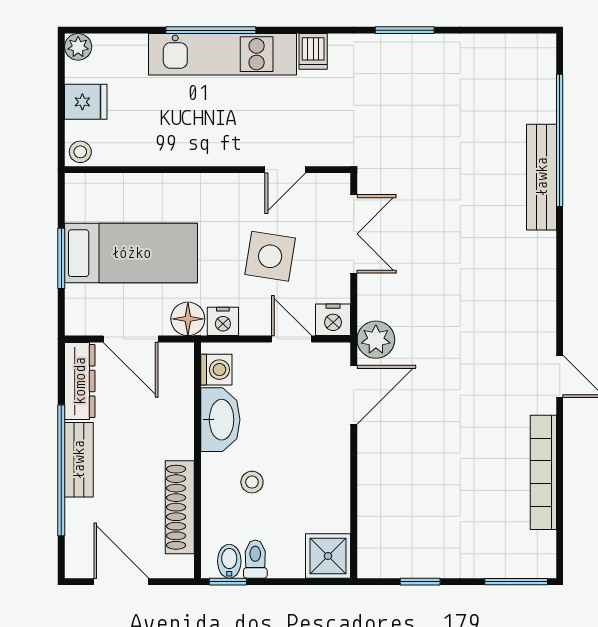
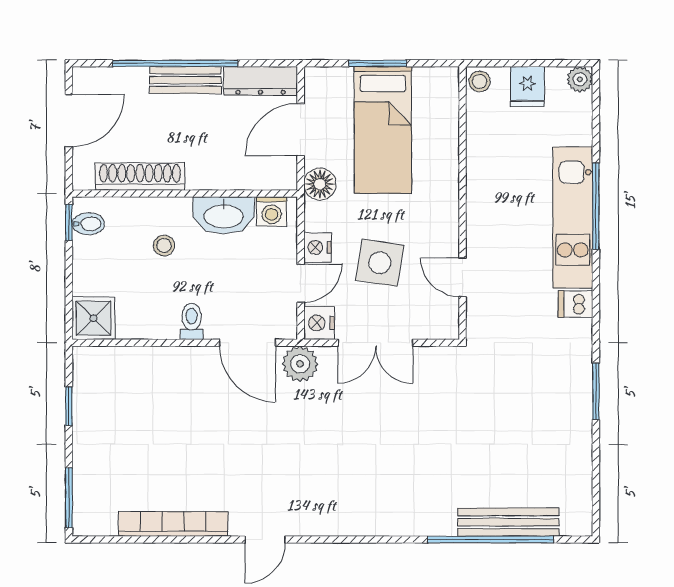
bench: (542, 177) -> (508, 522), moved
double door: (354, 234) -> (375, 343), moved
nightstand: (223, 321) -> (317, 247), moved
toilet: (255, 559) -> (192, 321), moved, turned -90

